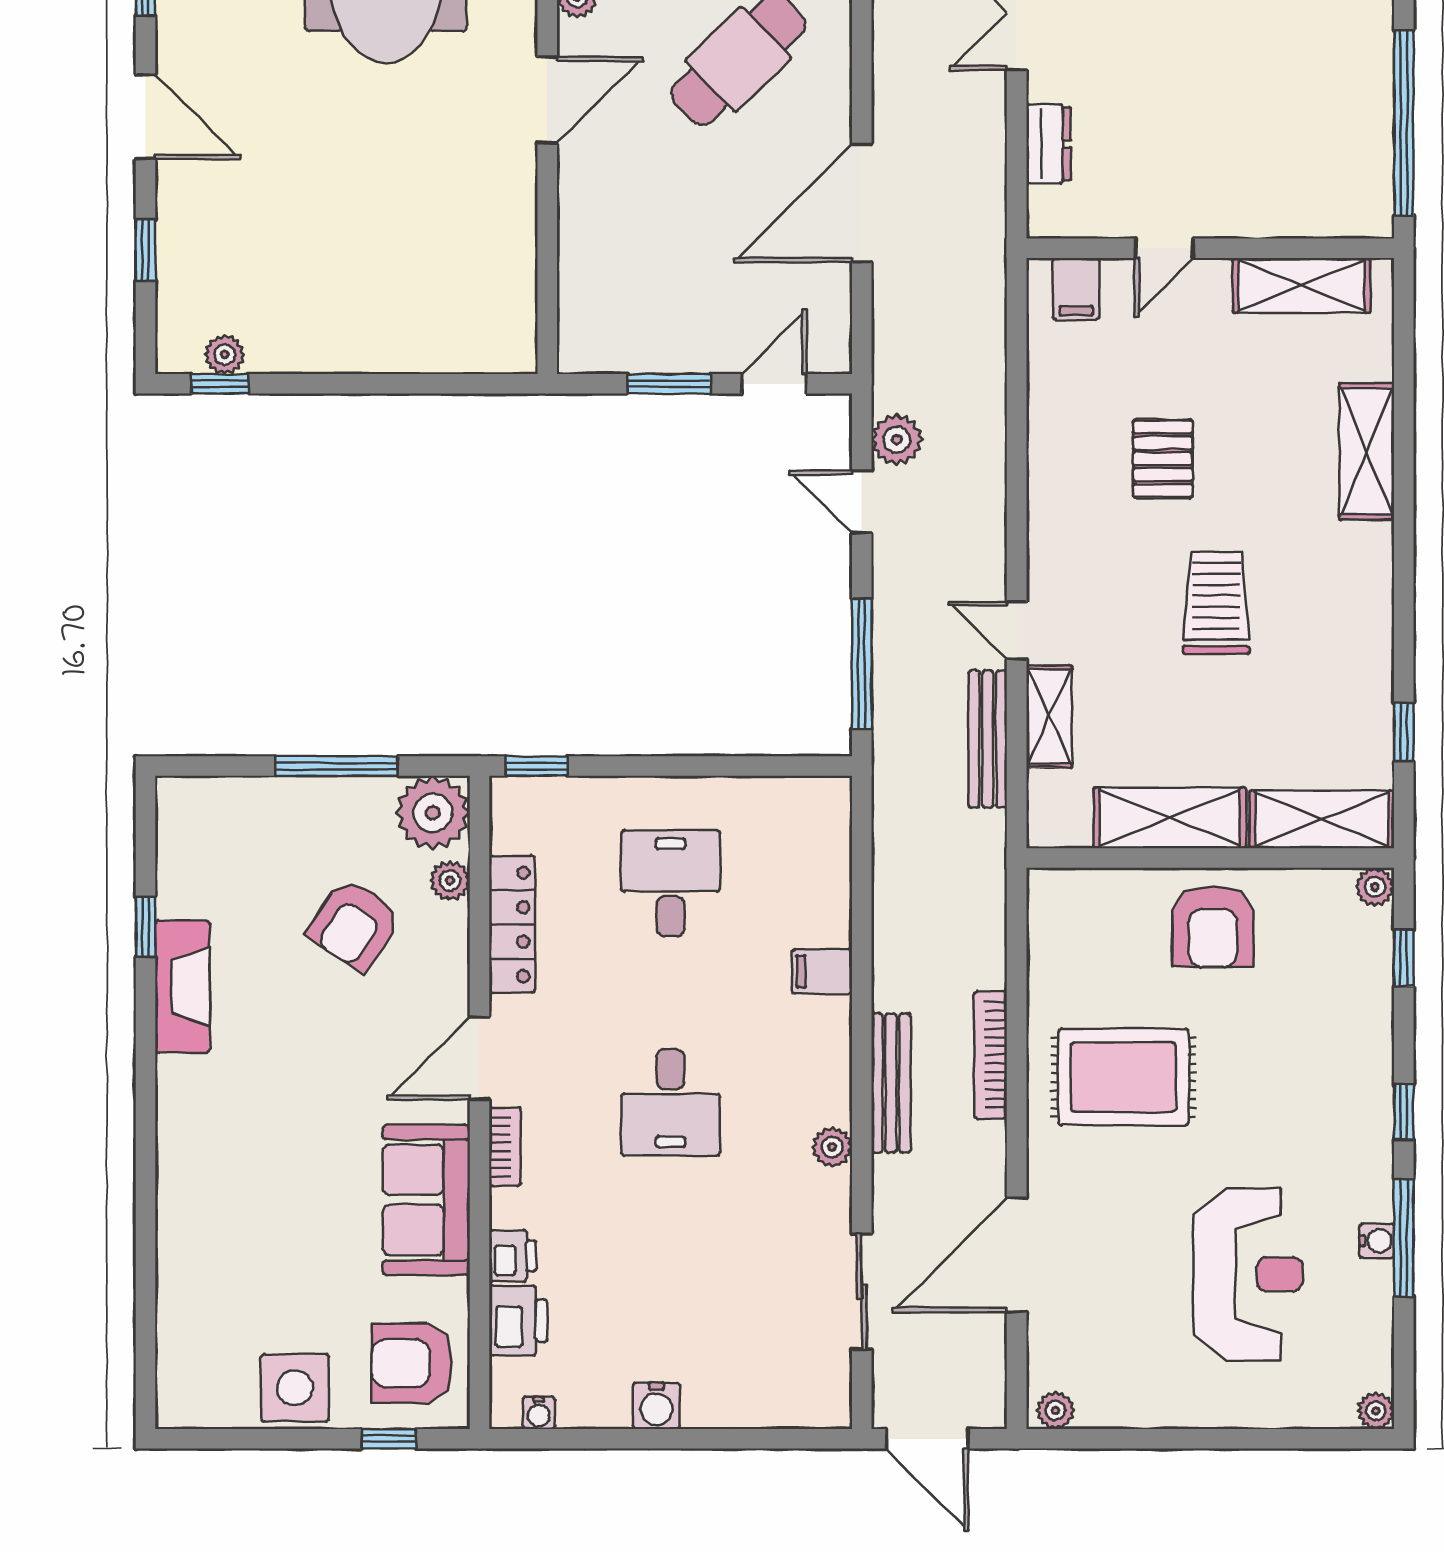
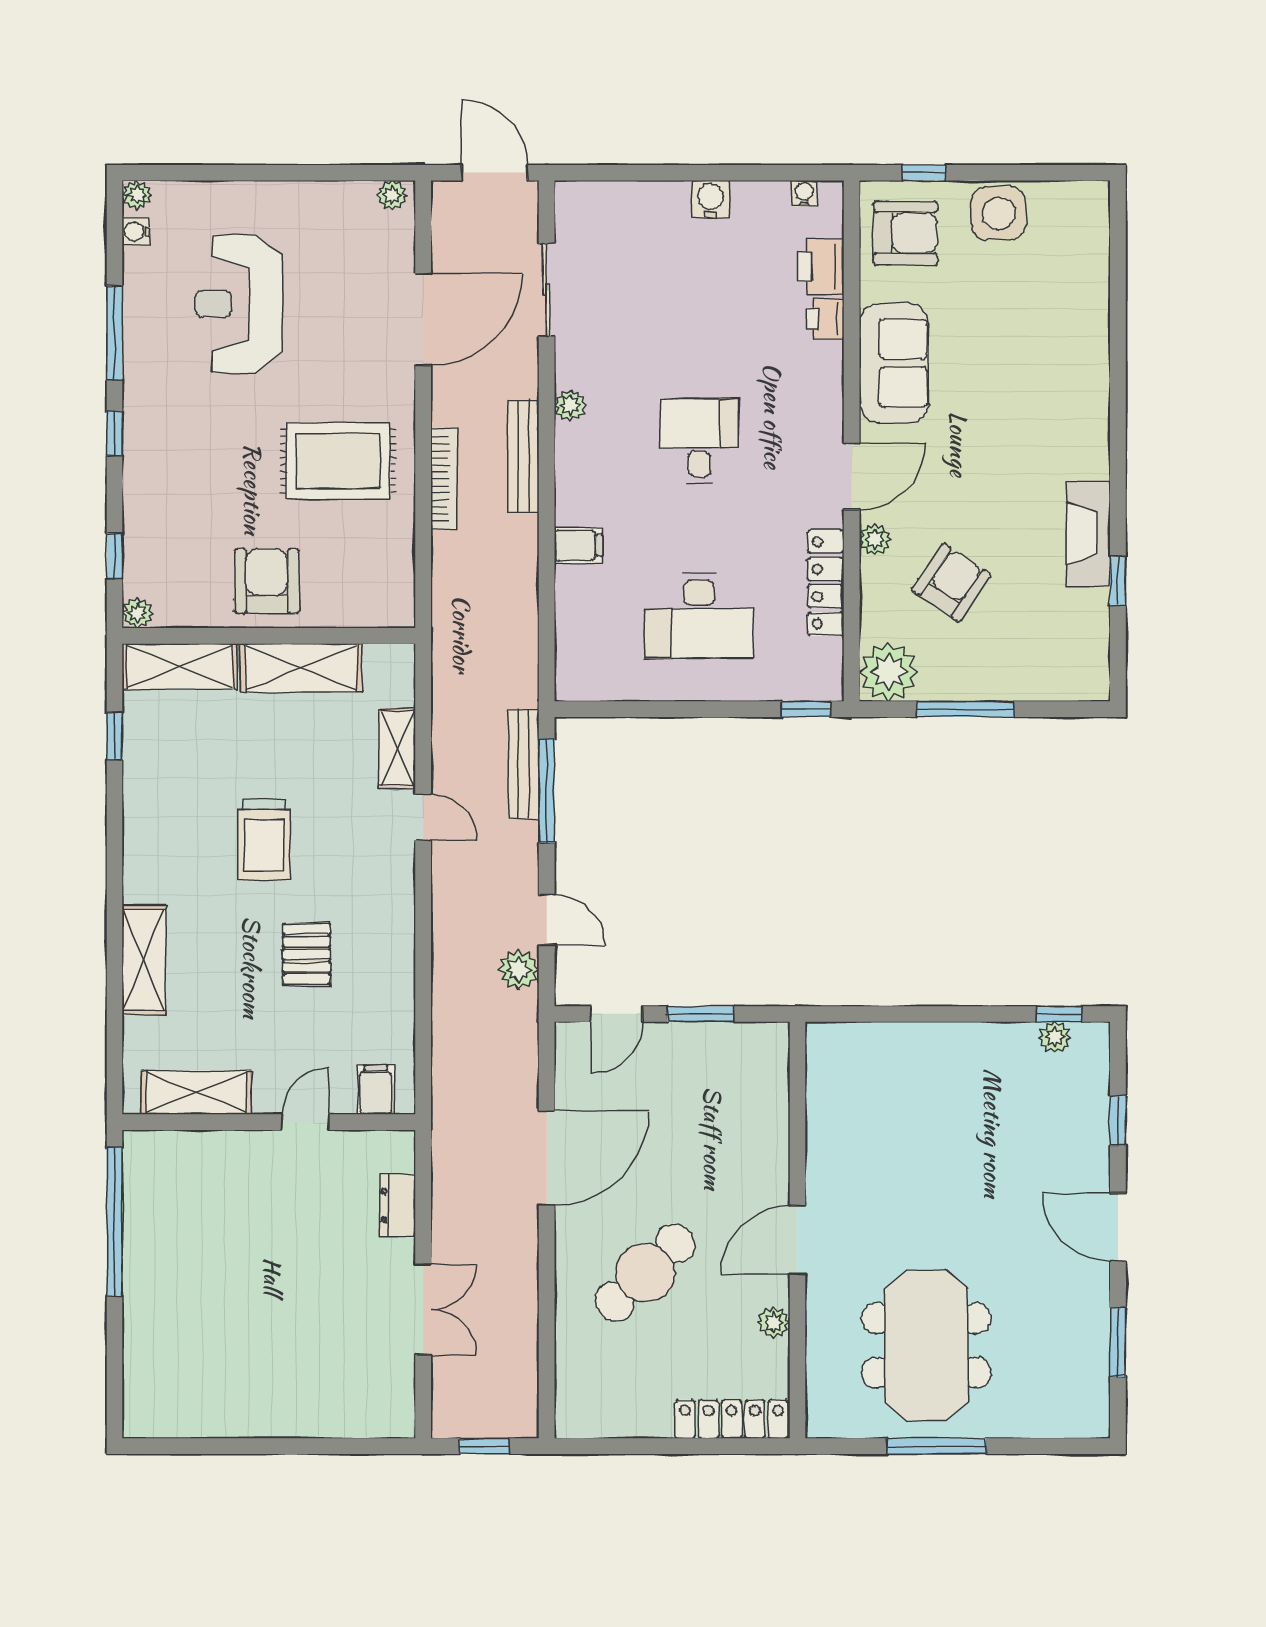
bench: (988, 739) -> (524, 764), moved
plant: (450, 881) -> (875, 539), moved
desk: (671, 883) -> (699, 616), width x1.37
bookcase: (505, 1147) -> (831, 406), removed
water cooler: (1377, 1241) -> (136, 232), moved

